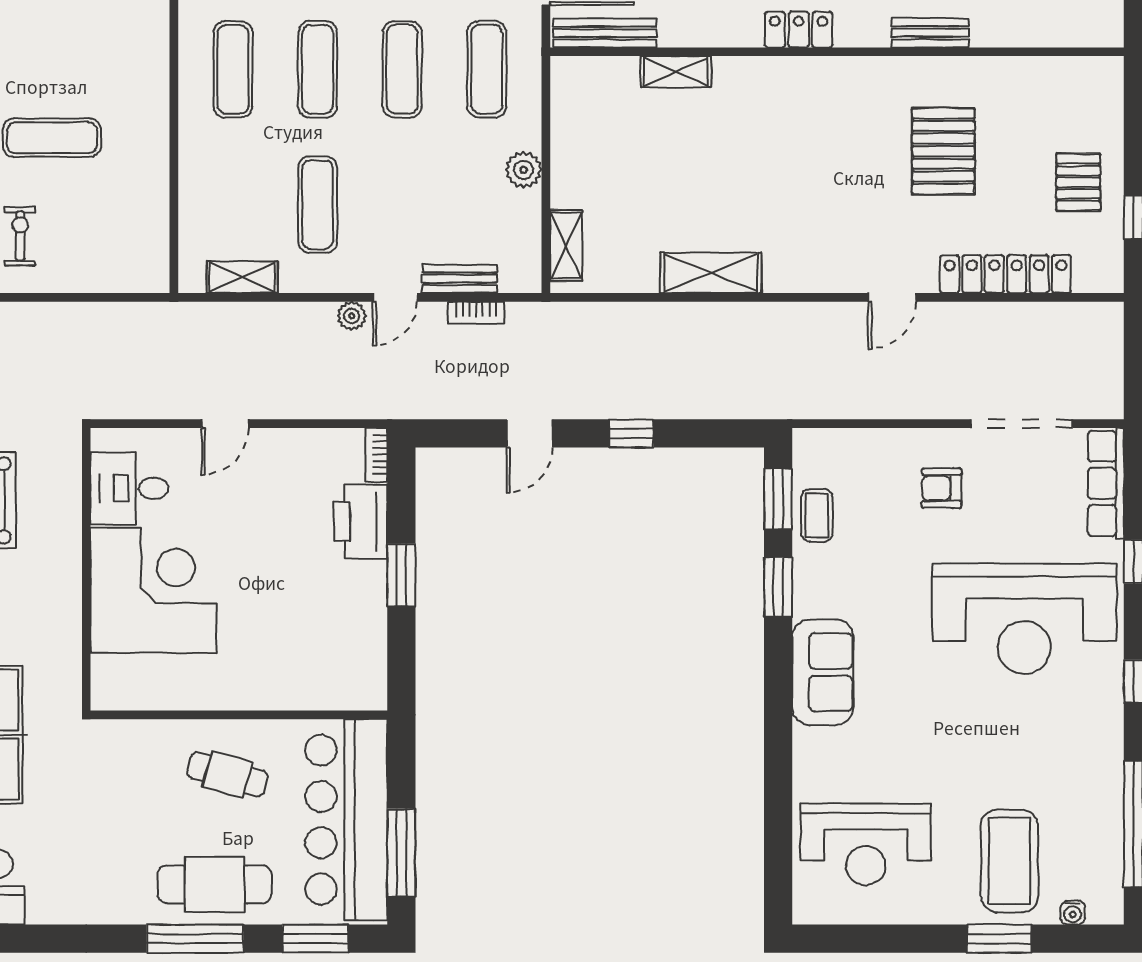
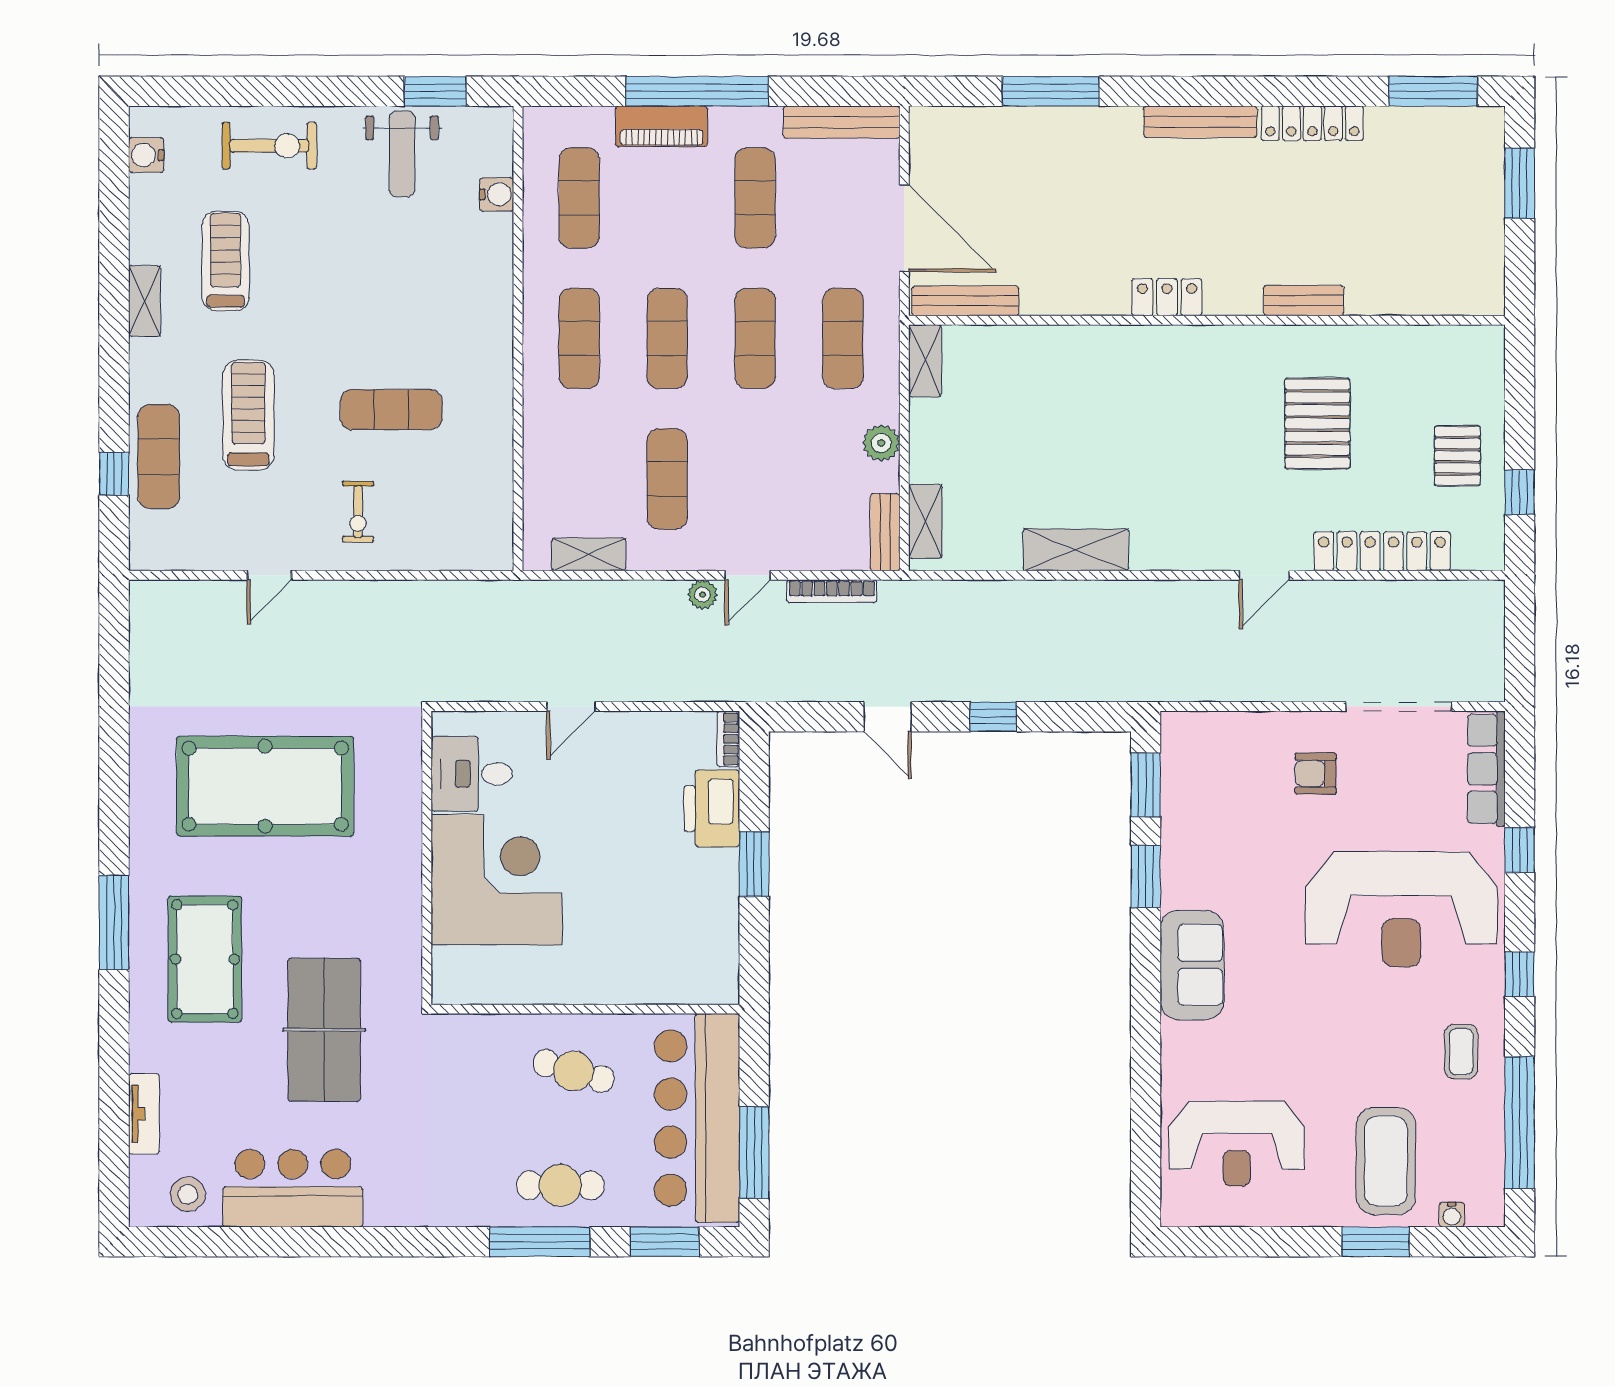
shelving: (676, 72) -> (925, 361), moved, turned 90
exercise bike: (20, 236) -> (358, 512), turned 180
bench: (460, 279) -> (885, 532), moved, turned 90
bookcase: (476, 313) -> (832, 591), width x1.56
door: (530, 433) -> (887, 717), hinge flipped
coffee table: (817, 515) -> (1461, 1052), moved
cafe table: (215, 884) -> (560, 1185), width x0.73, depth x0.74

